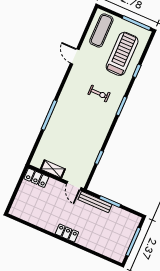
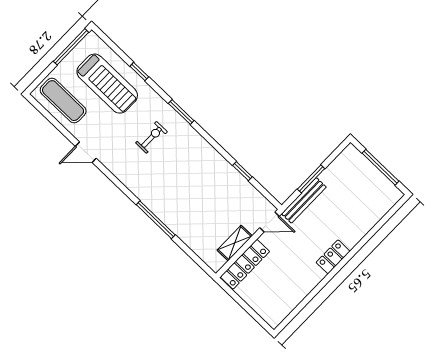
treadmill: (122, 54) -> (107, 84), turned 180
locker: (36, 178) -> (245, 264), width x1.53

